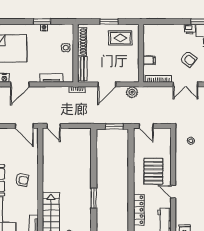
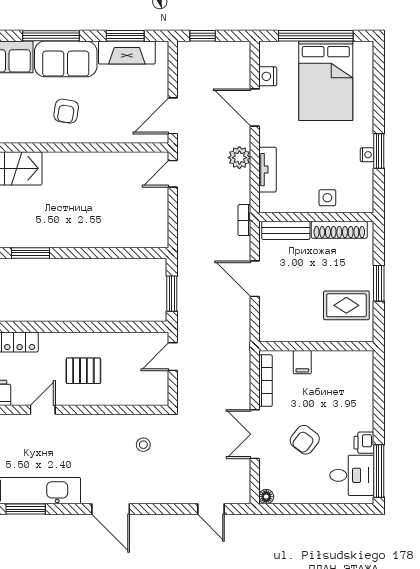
rug: (120, 38) -> (346, 305), turned 90
plant: (132, 92) -> (239, 158), moved
pallet: (153, 171) -> (83, 371), width x0.67, depth x0.71

